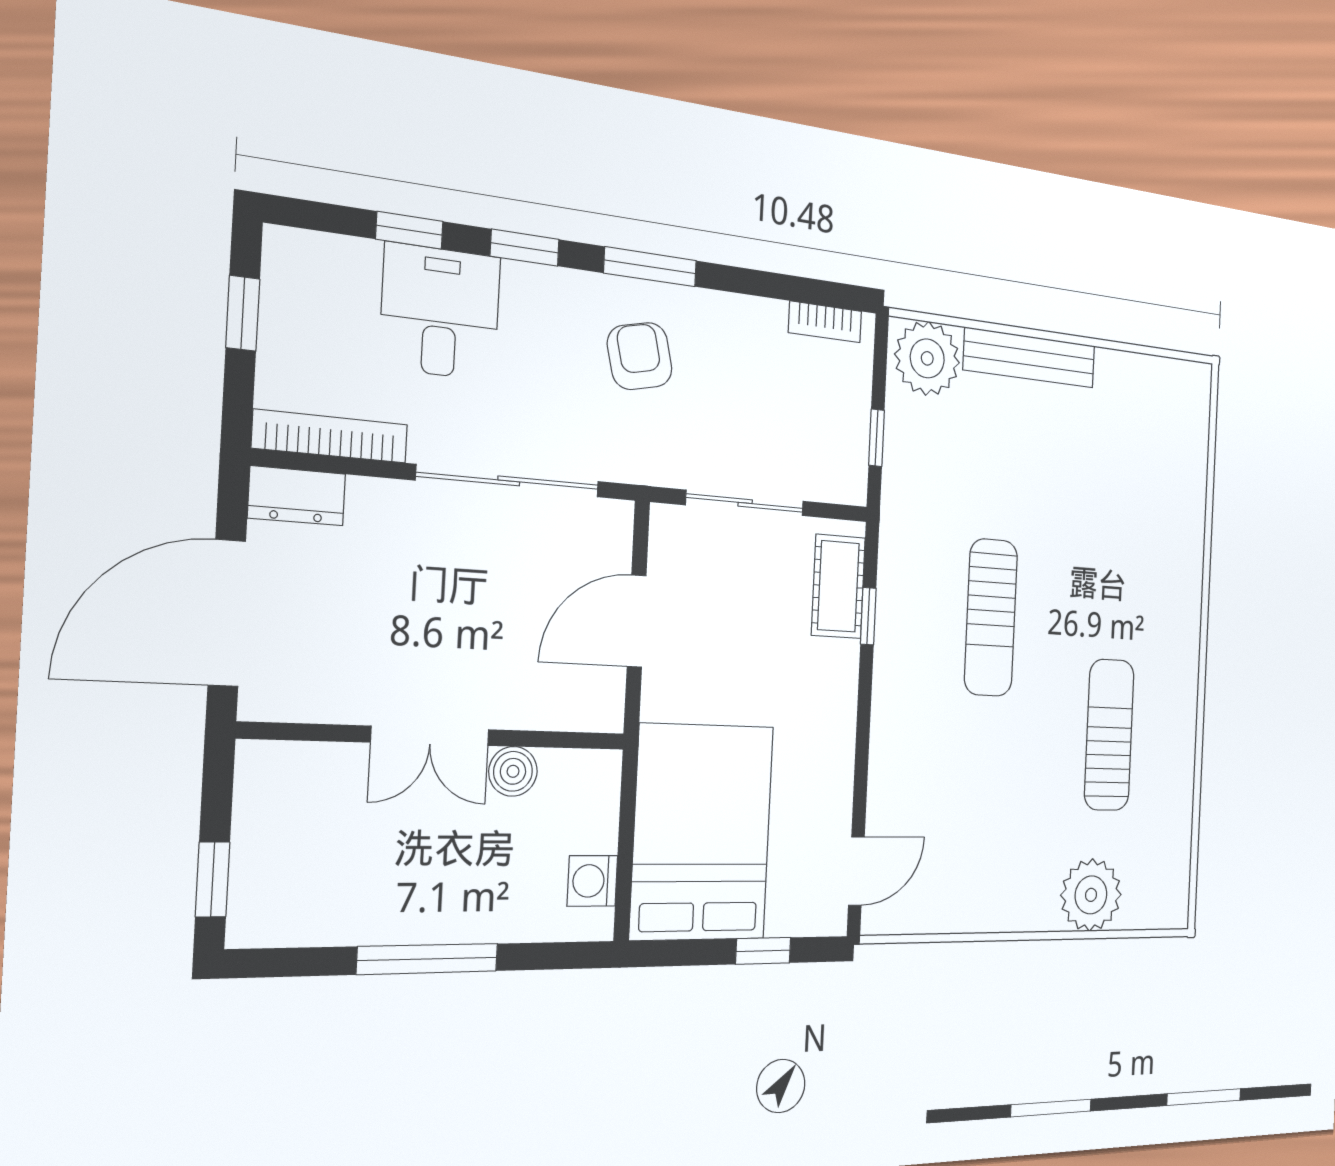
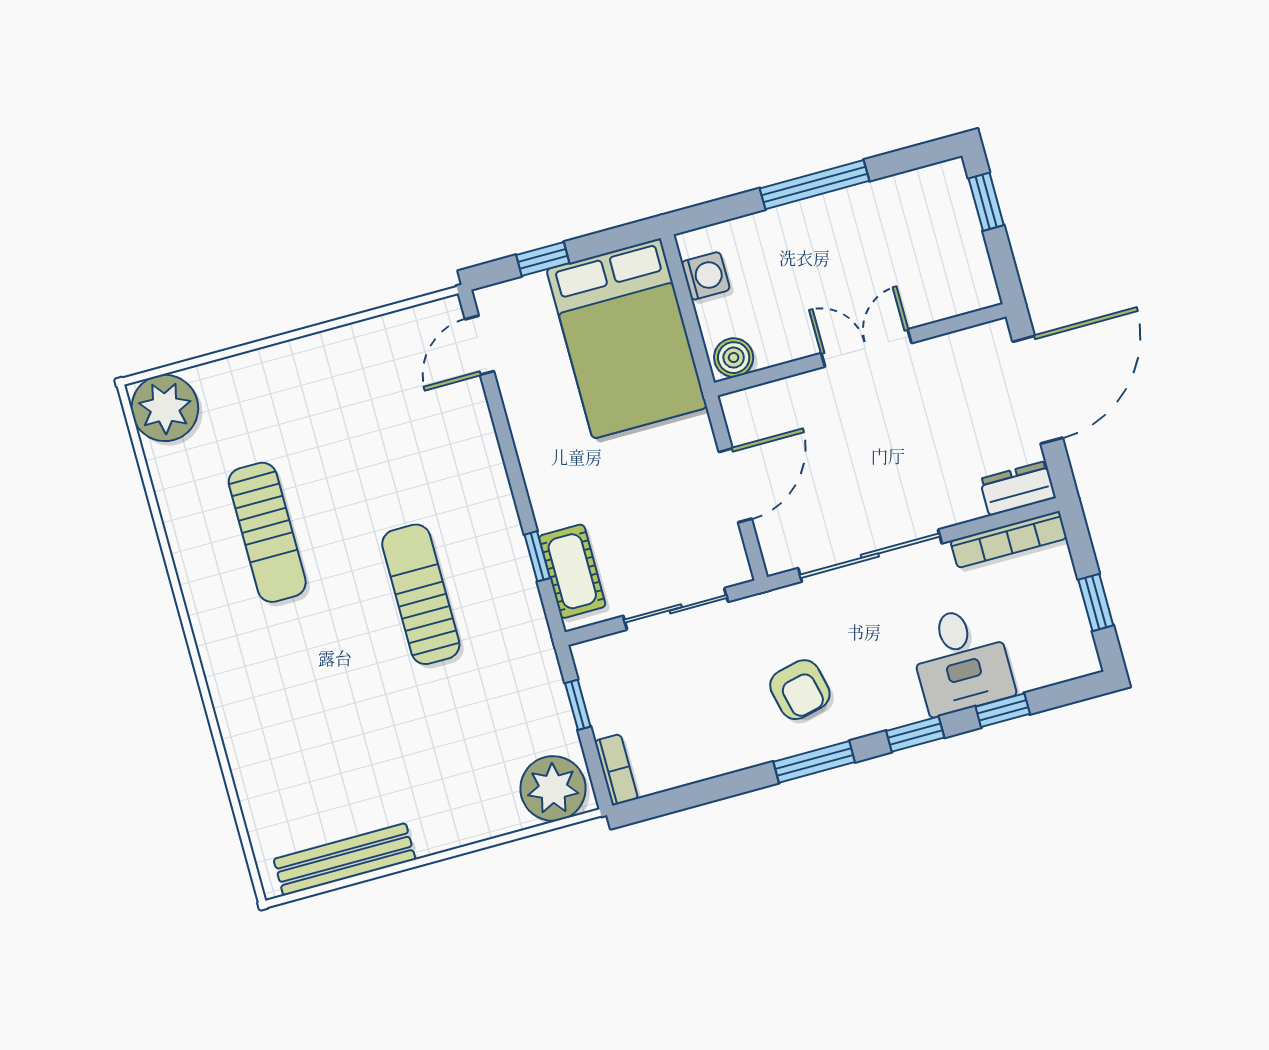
bookcase: (825, 322) -> (616, 770), moved, turned 90
bench: (1030, 358) -> (345, 859), moved
boiler: (513, 771) -> (734, 358), moved
plant: (1091, 895) -> (165, 408), moved

